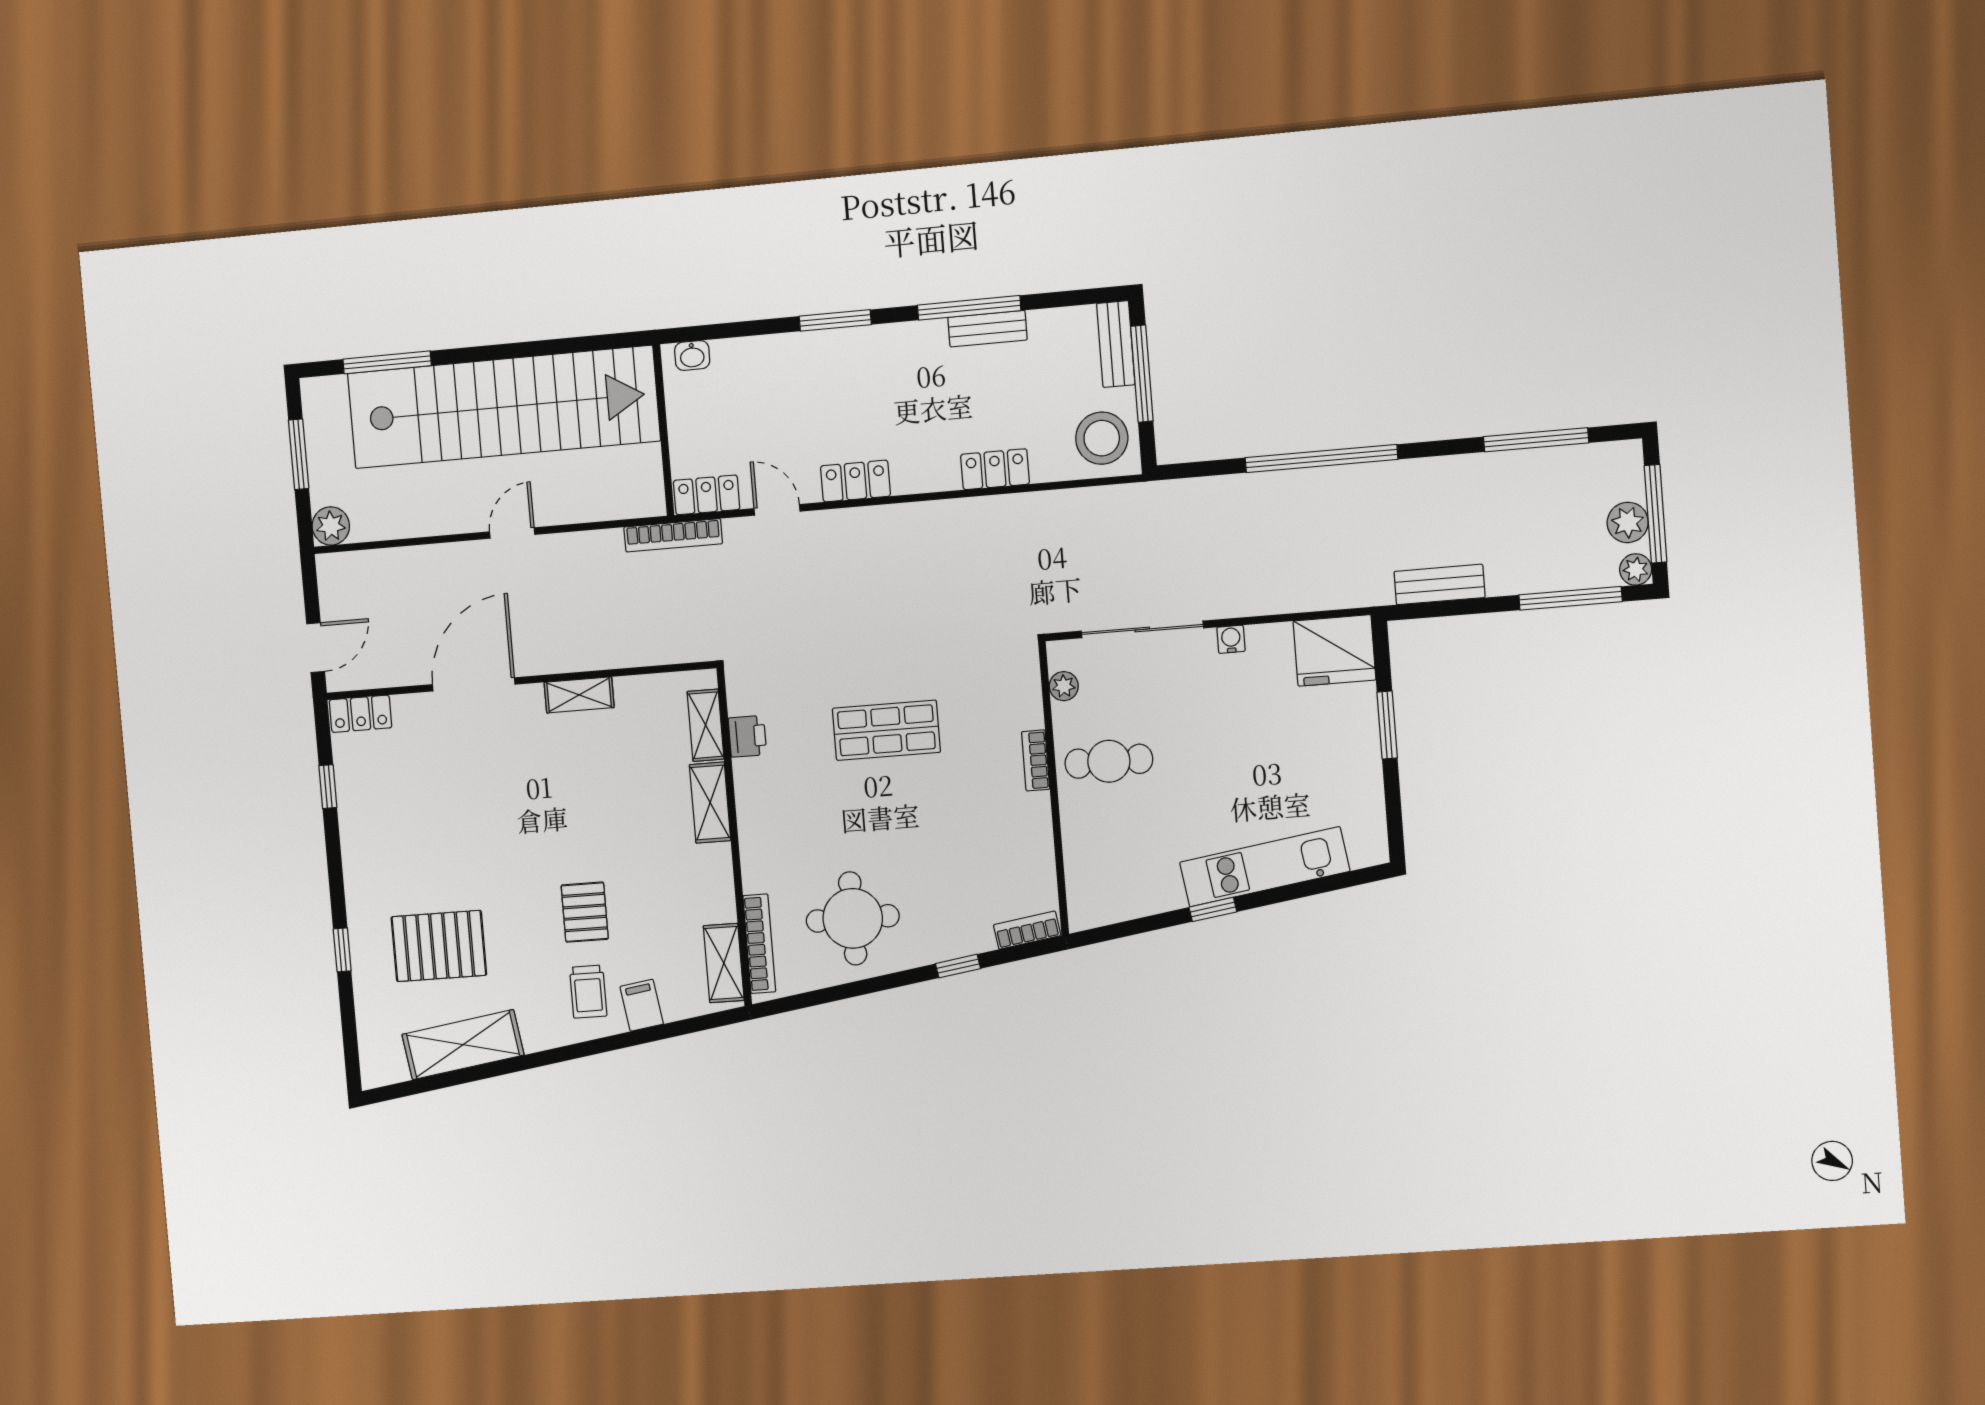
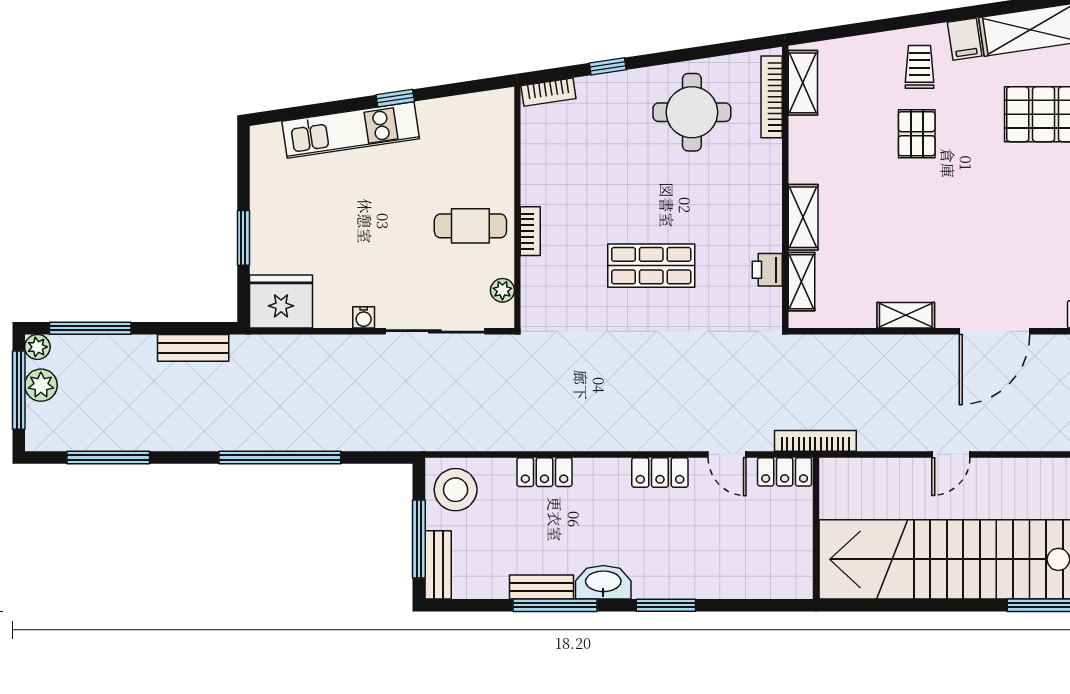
washbasin: (692, 355) -> (603, 582), moved, width x1.91, depth x1.45
filing cabinet: (642, 1005) -> (965, 39), moved

